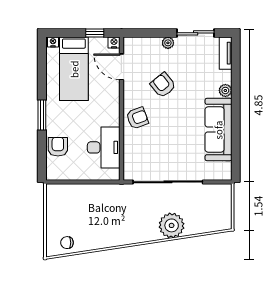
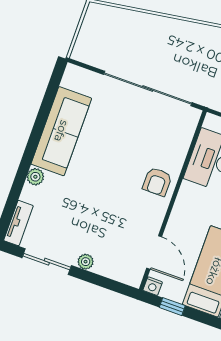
armchair: (163, 85) -> (111, 211), removed
armchair: (137, 118) -> (157, 182), turned -70
plant: (172, 225) -> (163, 33), removed

